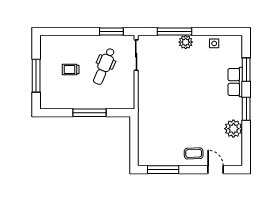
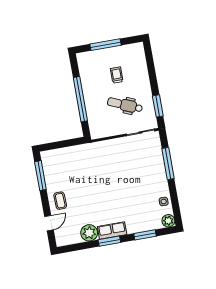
plant: (186, 42) -> (168, 221), moved
row of seats: (235, 82) -> (112, 231), moved
window: (89, 113) -> (80, 99), width x1.46

